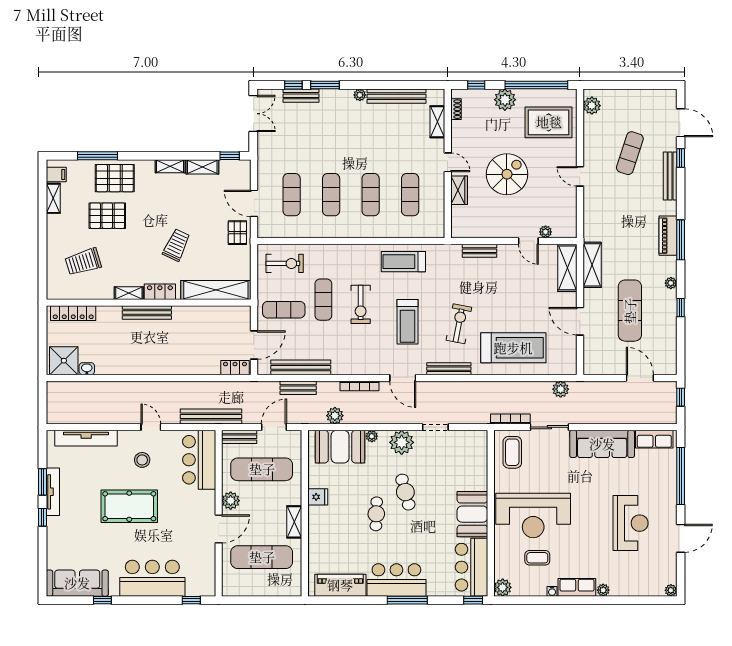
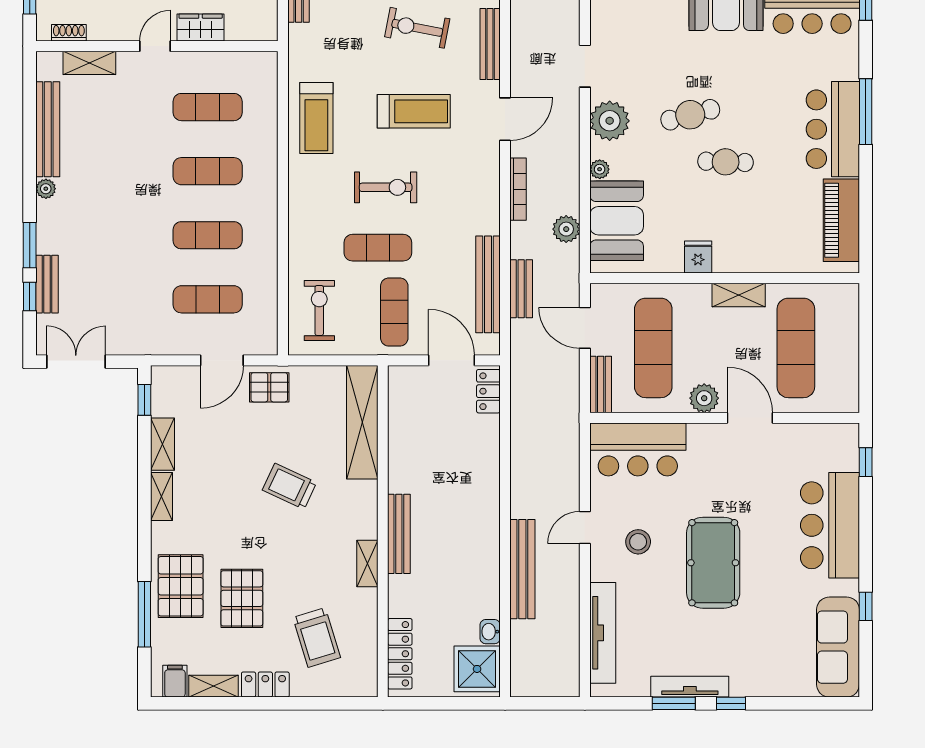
locker: (160, 292) -> (265, 685), moved, turned 90
bench: (211, 416) -> (522, 569), moved

